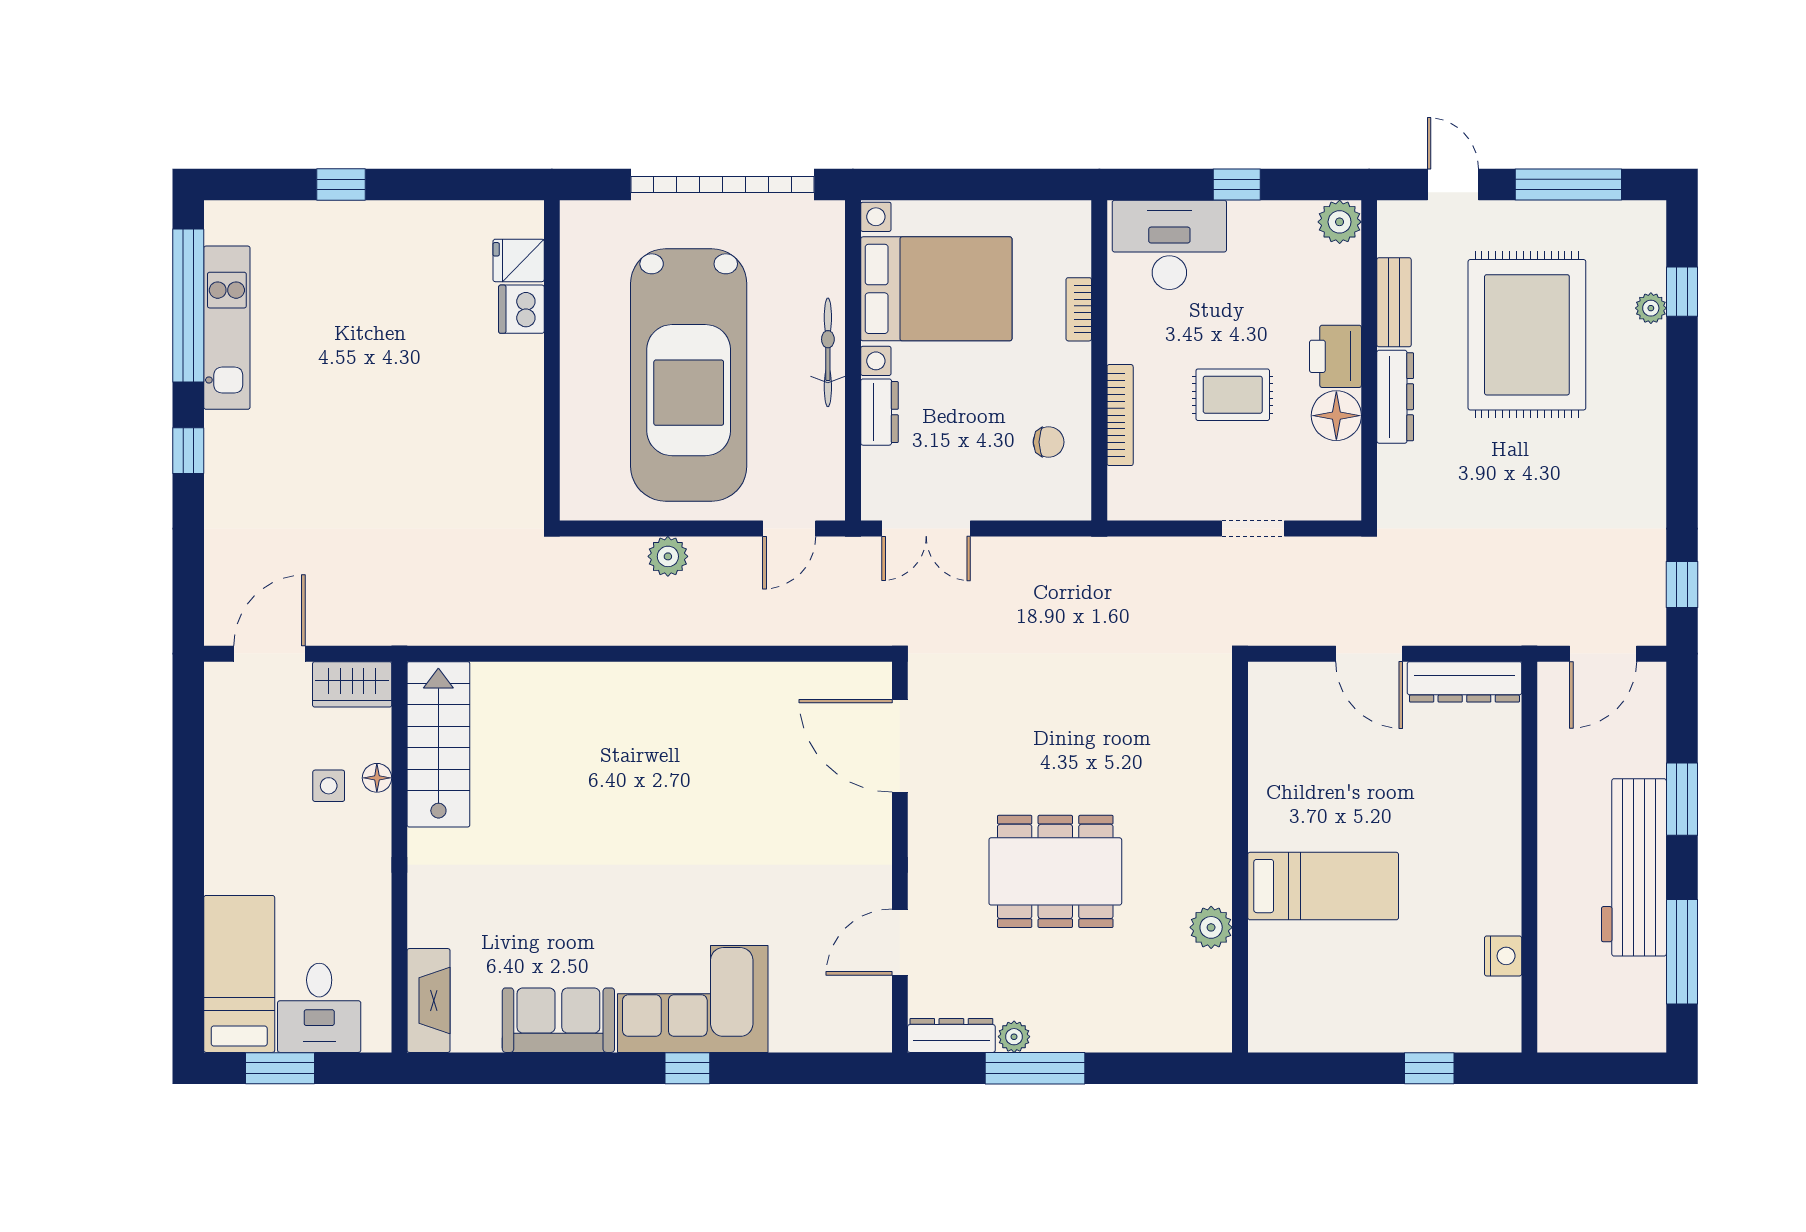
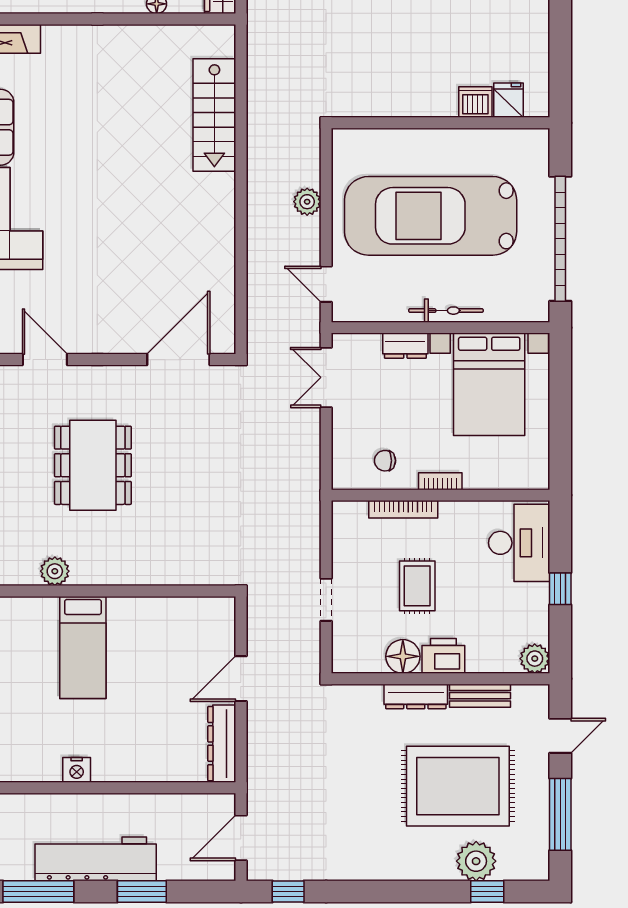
plant: (1651, 308) -> (476, 861), width x1.88, depth x1.88
bookcase: (1079, 309) -> (440, 481), moved
chair: (1049, 442) -> (385, 461), turned 90
door: (1603, 654) -> (241, 838), hinge flipped
stairs: (438, 744) -> (214, 115), moved, turned 90
nightstand: (1503, 956) -> (77, 770), moved

